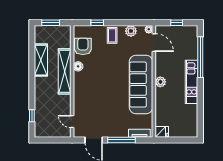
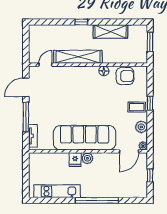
window: (97, 23) -> (150, 103), moved
window: (200, 57) -> (97, 200), moved
shelving: (65, 71) -> (78, 57), moved
kitchen unit: (192, 82) -> (57, 191), moved
window: (32, 116) -> (81, 22), moved
fridge: (162, 132) -> (75, 160), moved

